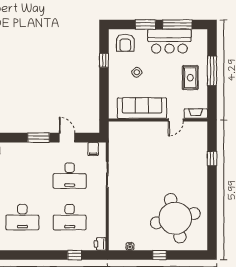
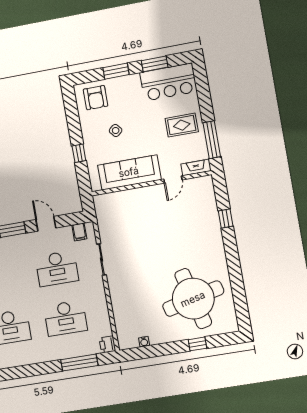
window: (177, 25) -> (155, 64), width x0.69
bar counter: (169, 41) -> (168, 82), moved
window: (104, 60) -> (79, 153), moved
window: (212, 71) -> (212, 140), moved
rug: (190, 78) -> (182, 125), turned 90
window: (75, 255) -> (79, 363), width x2.17
window: (160, 255) -> (197, 344), moved

